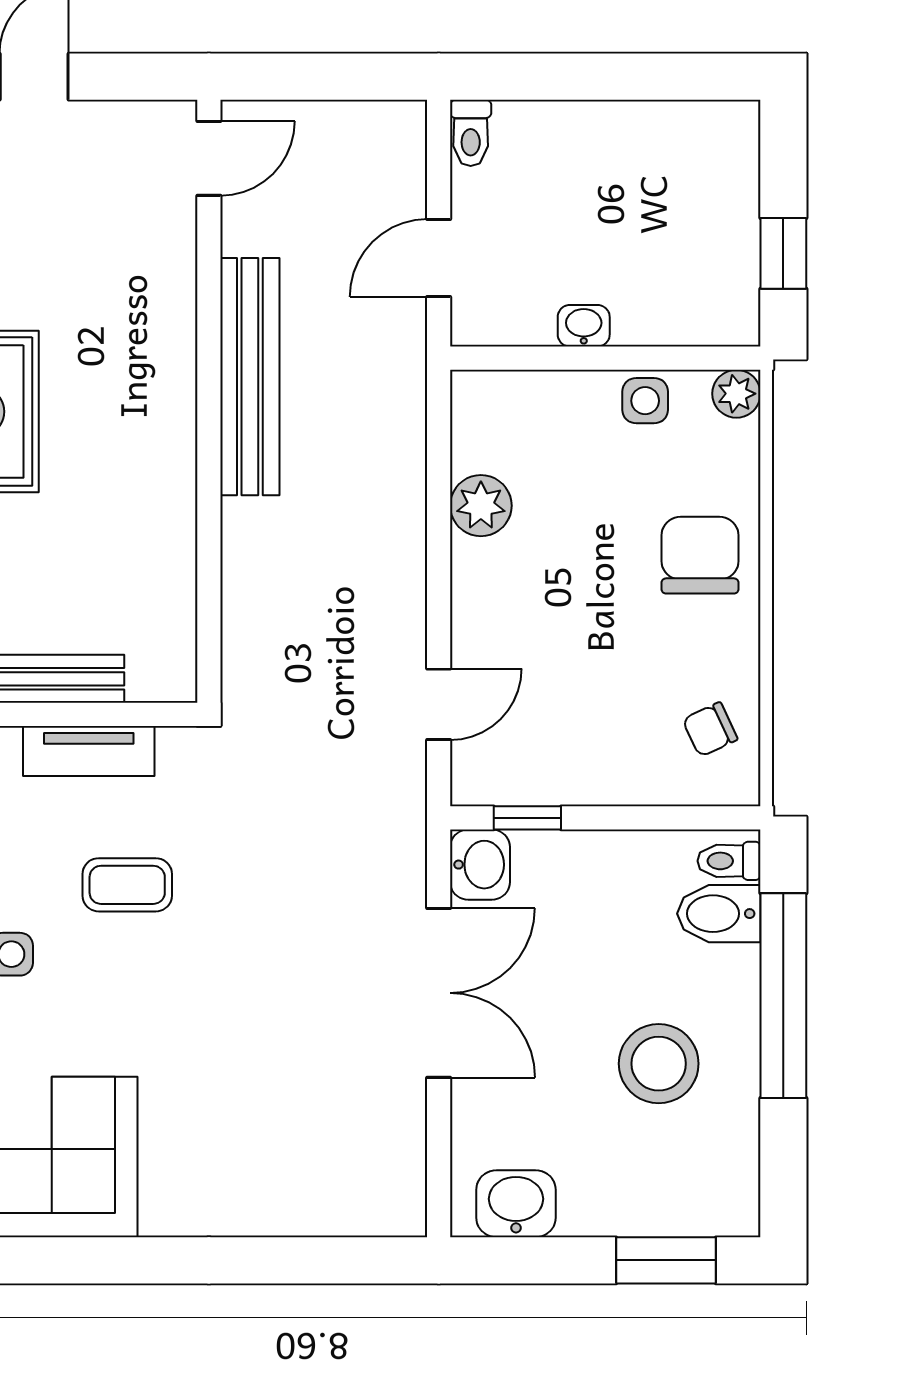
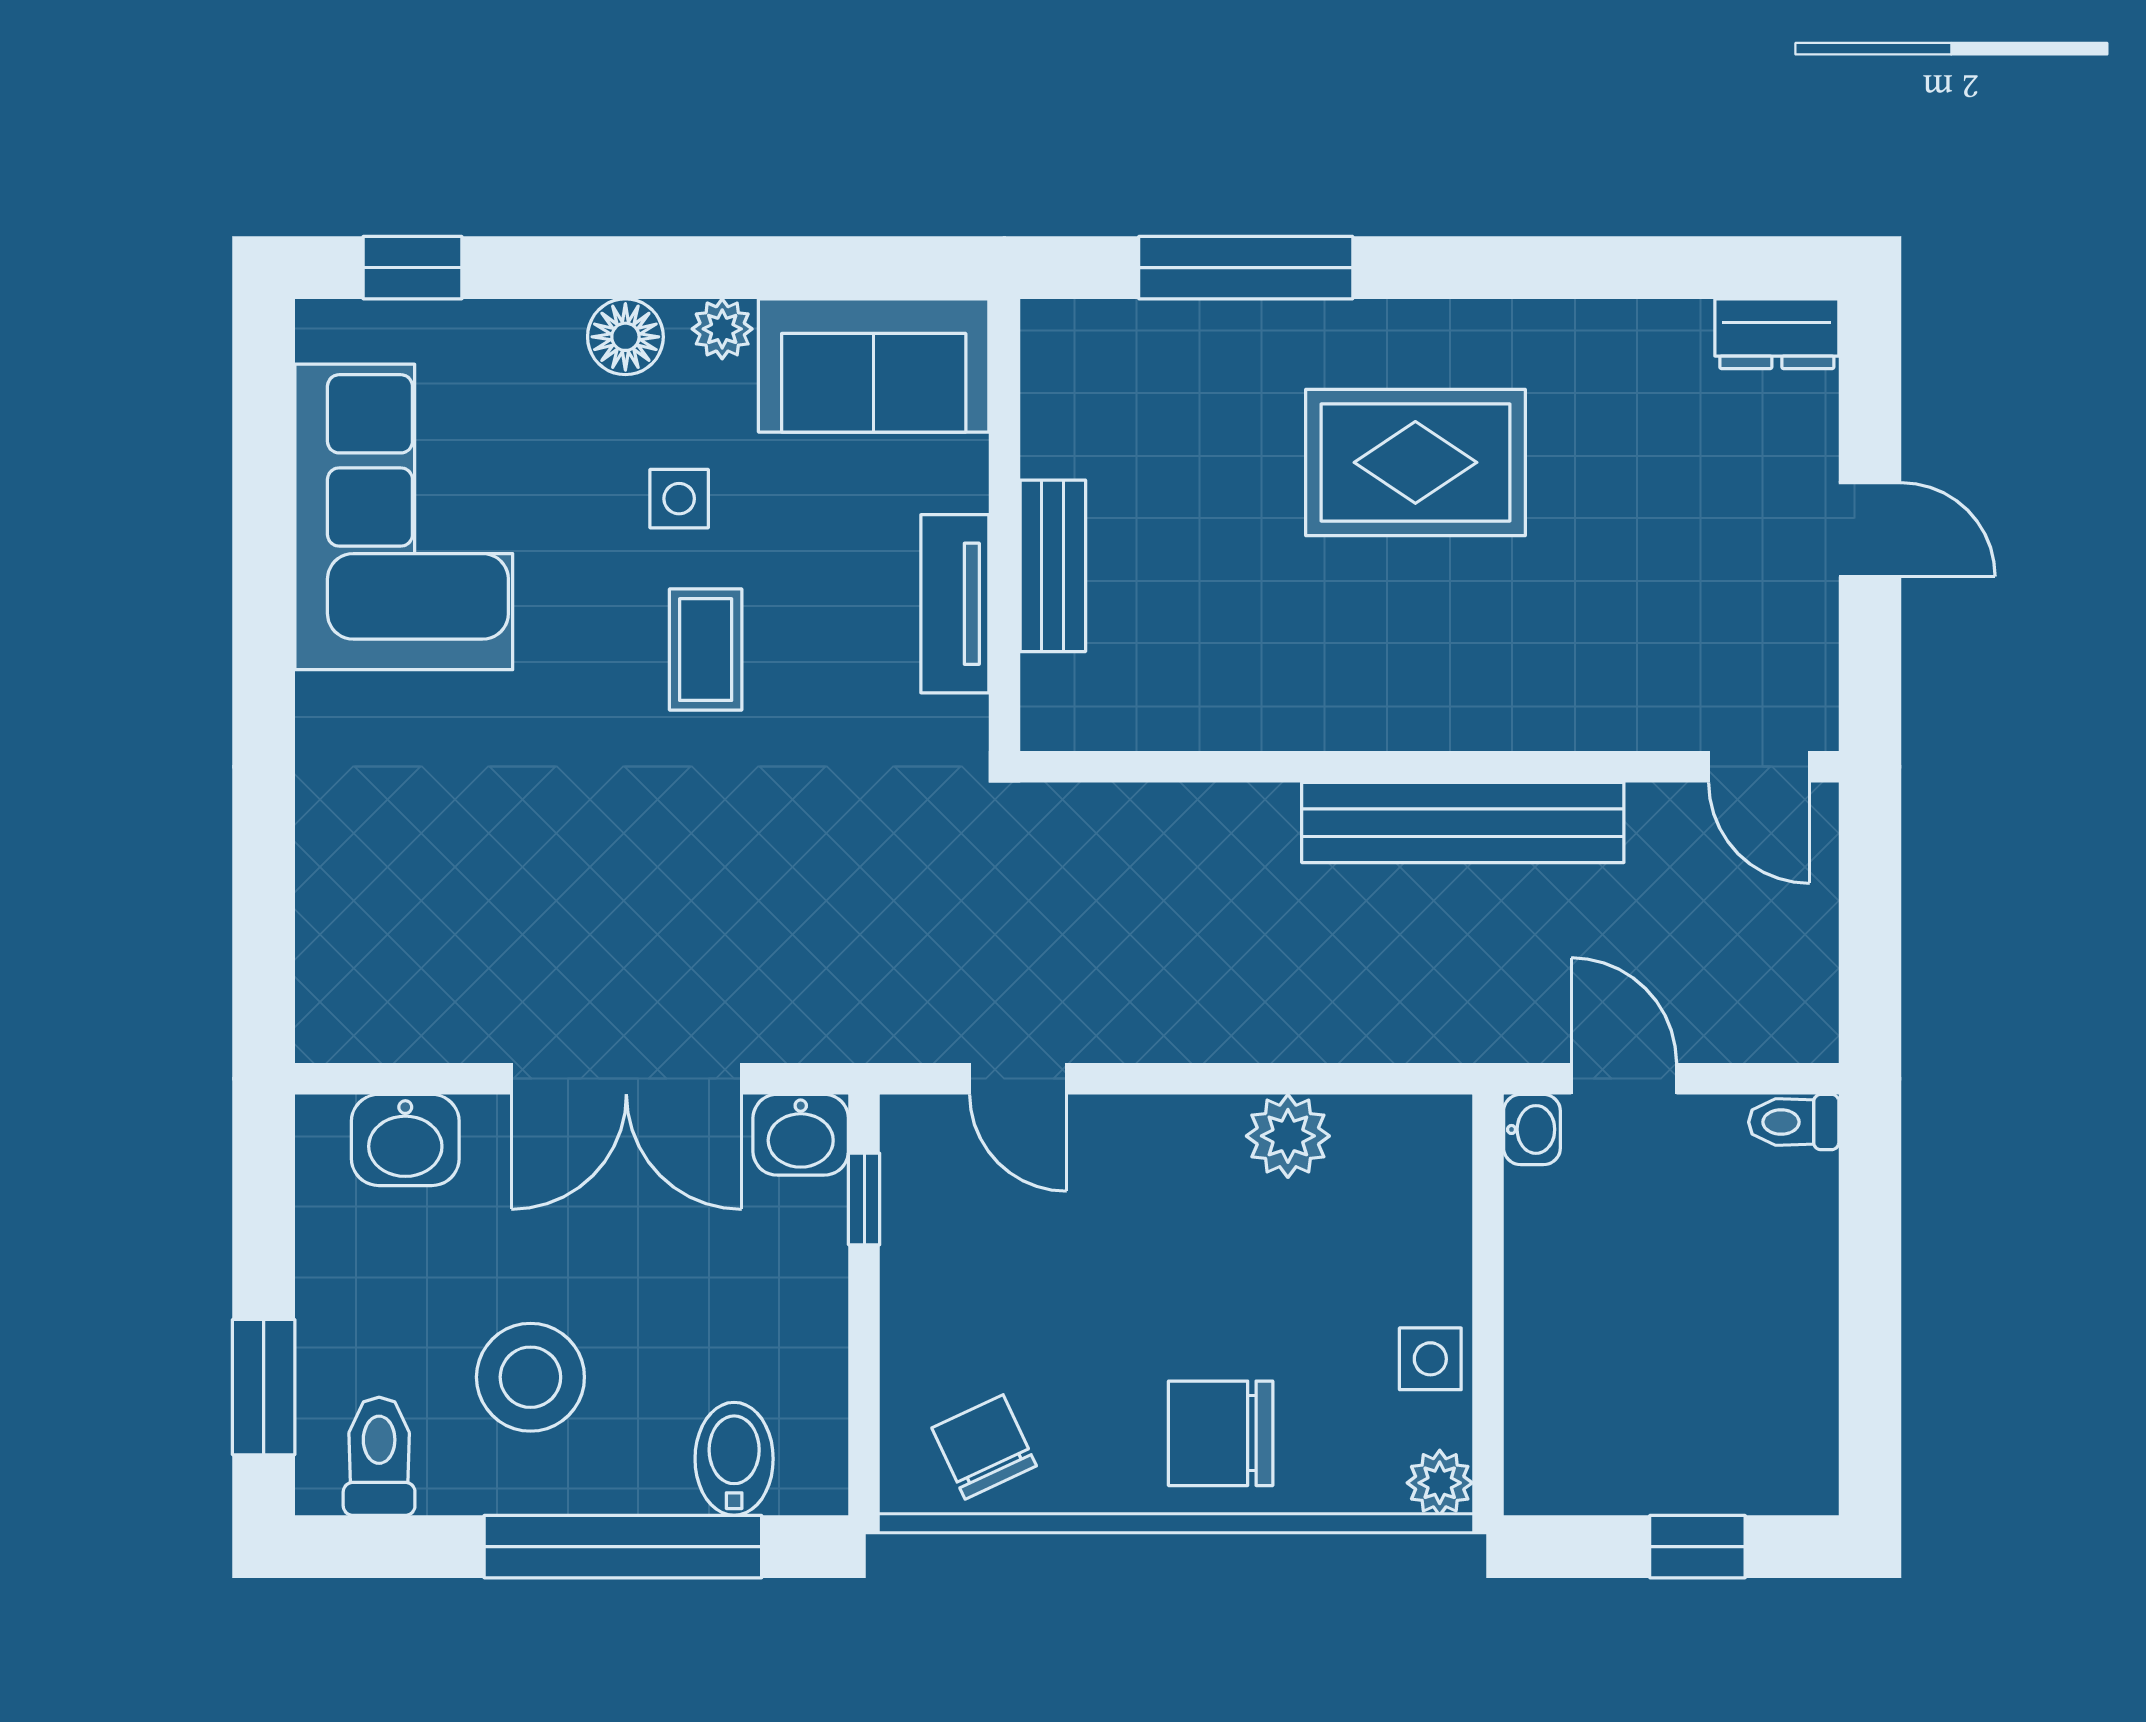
window: (783, 253) -> (1697, 1547), moved
washbasin: (584, 326) -> (1532, 1129), moved
chair: (700, 555) -> (1221, 1433), turned 180
chair: (710, 729) -> (984, 1447), width x1.37, depth x1.37
toilet: (729, 861) -> (379, 1456), moved, width x1.37, depth x1.39
coffee table: (127, 885) -> (706, 650), moved
washbasin: (516, 1204) -> (405, 1140), moved, turned 90

